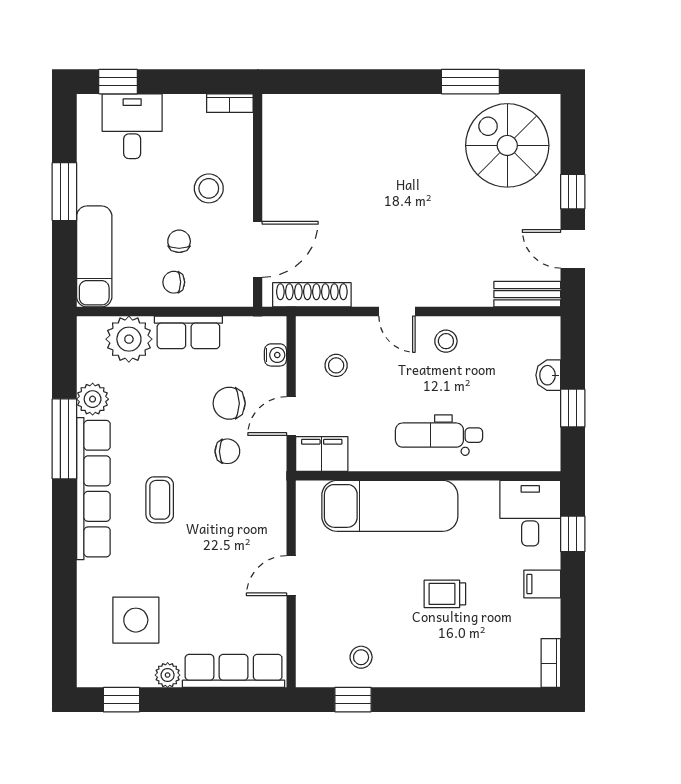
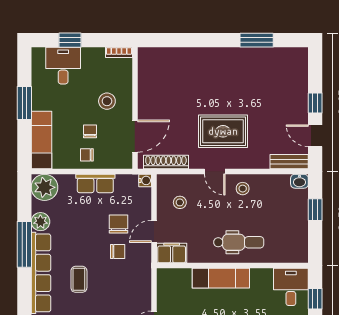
window: (118, 82) -> (70, 40), moved
spiral stairs: (507, 145) -> (278, 77), removed
rug: (412, 241) -> (223, 131), added
plant: (129, 339) -> (44, 187), moved
water cooler: (276, 355) -> (145, 180), moved
washbasin: (548, 375) -> (299, 181), moved, turned -90
chair: (229, 403) -> (119, 224), turned 90
window: (573, 408) -> (315, 210), moved
dental chair: (439, 435) -> (239, 242), turned 180
exam couch: (390, 506) -> (221, 278), width x0.73, depth x0.69

